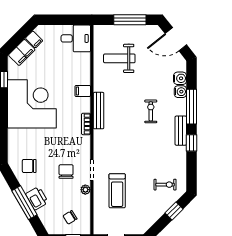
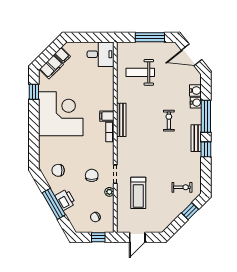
filing cabinet: (83, 91) -> (107, 116), moved

